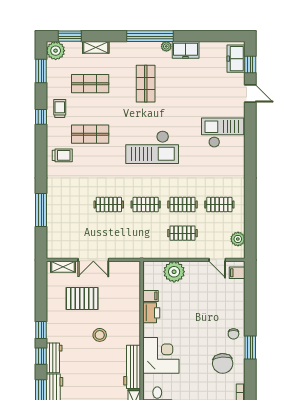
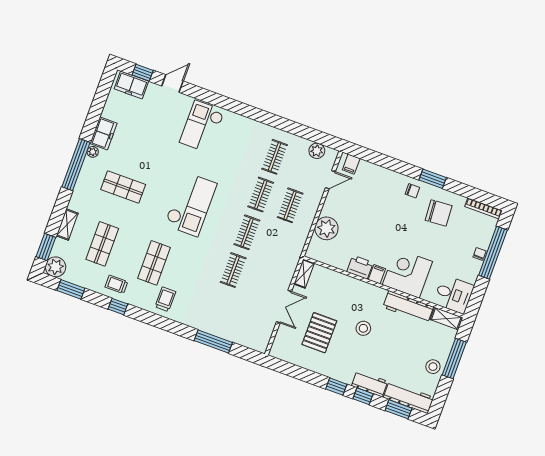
shelving: (63, 267) -> (304, 274), moved
filing cabinet: (151, 296) -> (377, 274), moved

